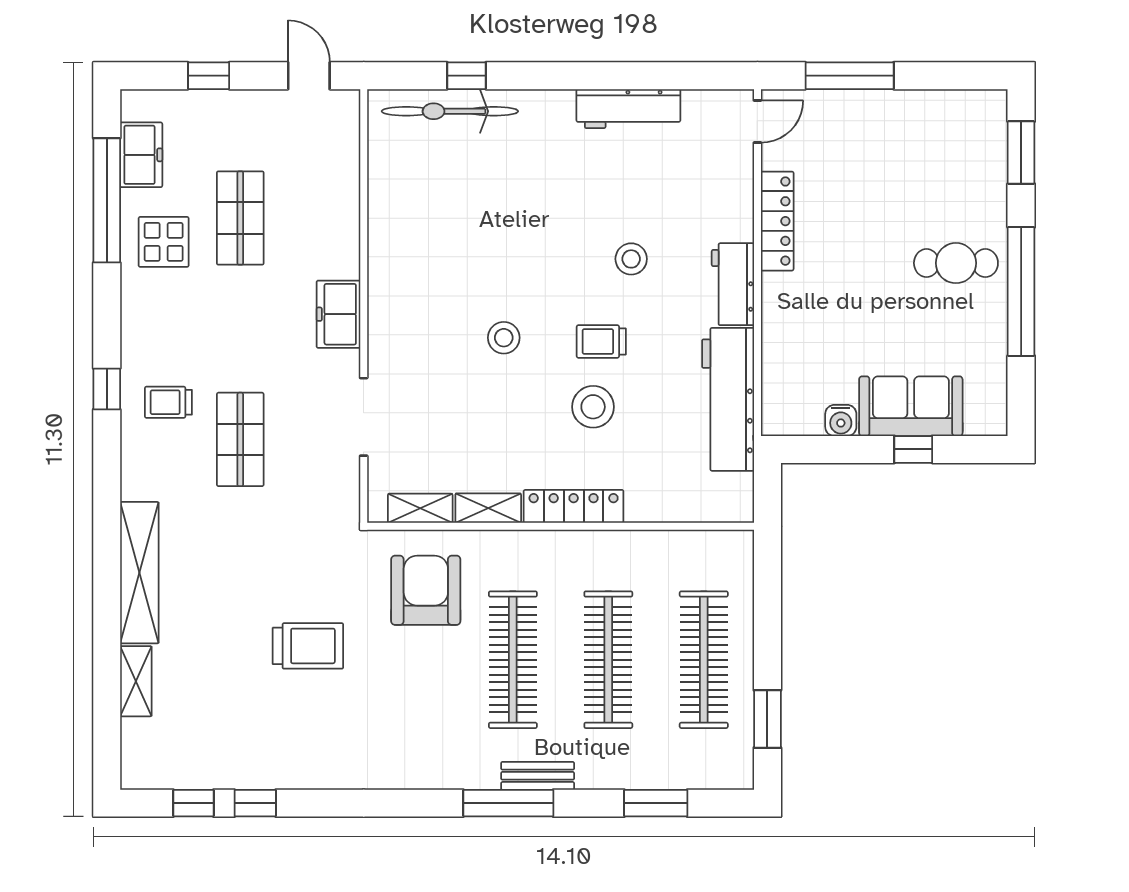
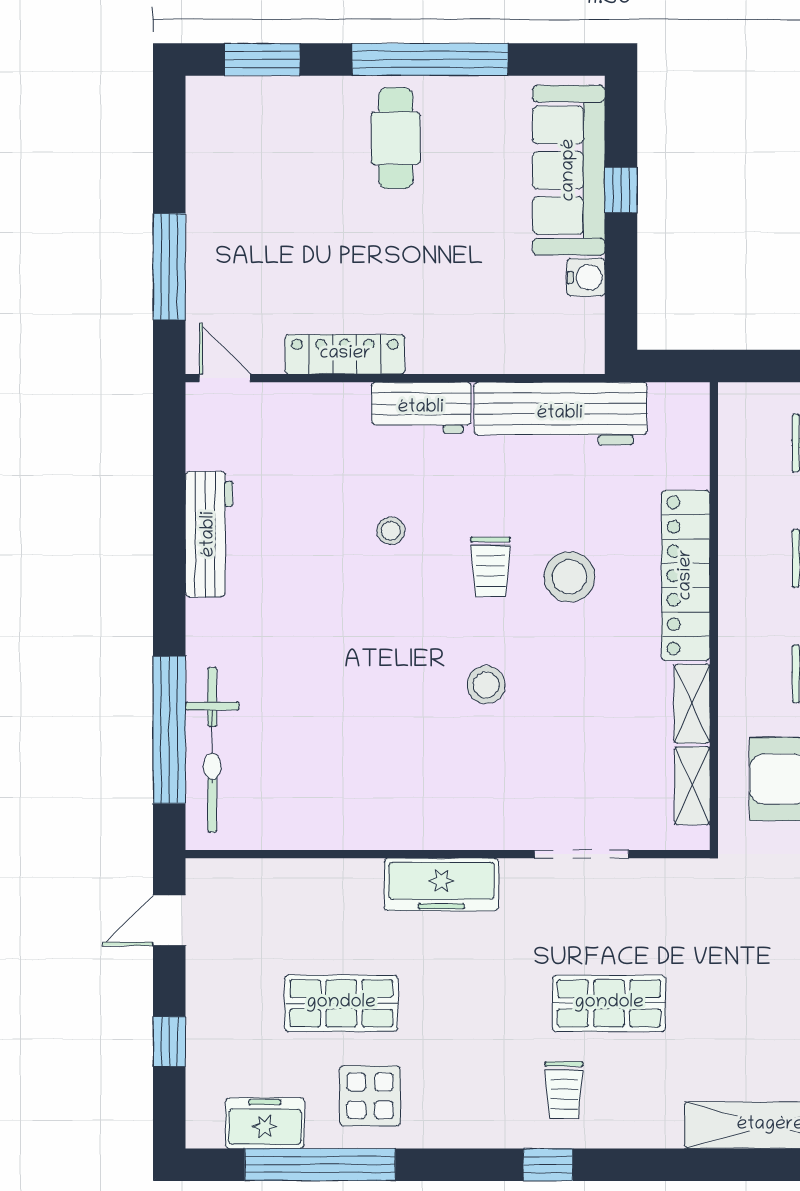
window: (467, 76) -> (169, 730), width x3.17
stool: (631, 259) -> (391, 531), width x0.73, depth x0.73
freezer: (338, 314) -> (441, 885), width x1.40
sofa: (911, 406) -> (569, 170), width x1.36
locker: (574, 506) -> (686, 575), width x1.41, depth x1.21

